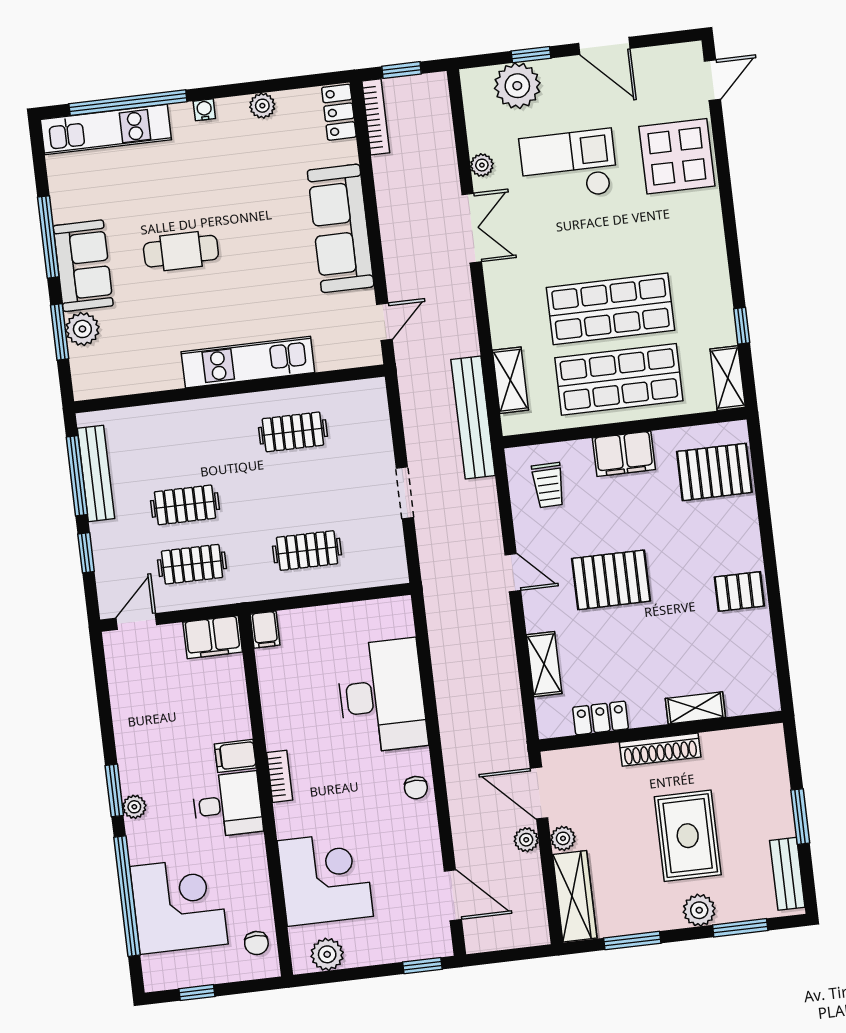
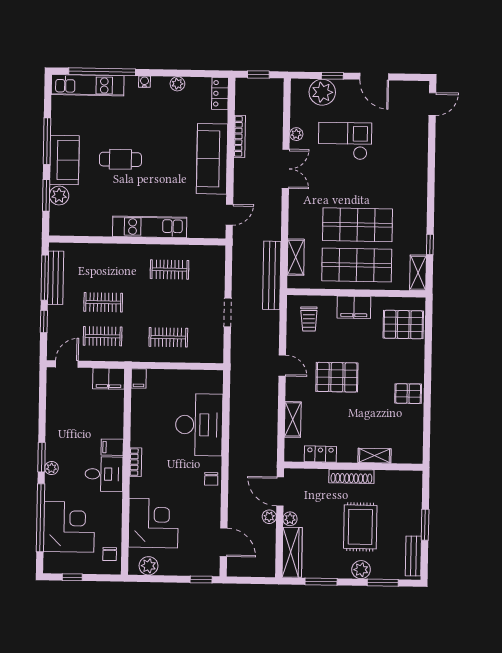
bookcase: (376, 117) -> (240, 136), moved
display table: (677, 156) -> (407, 144), removed

